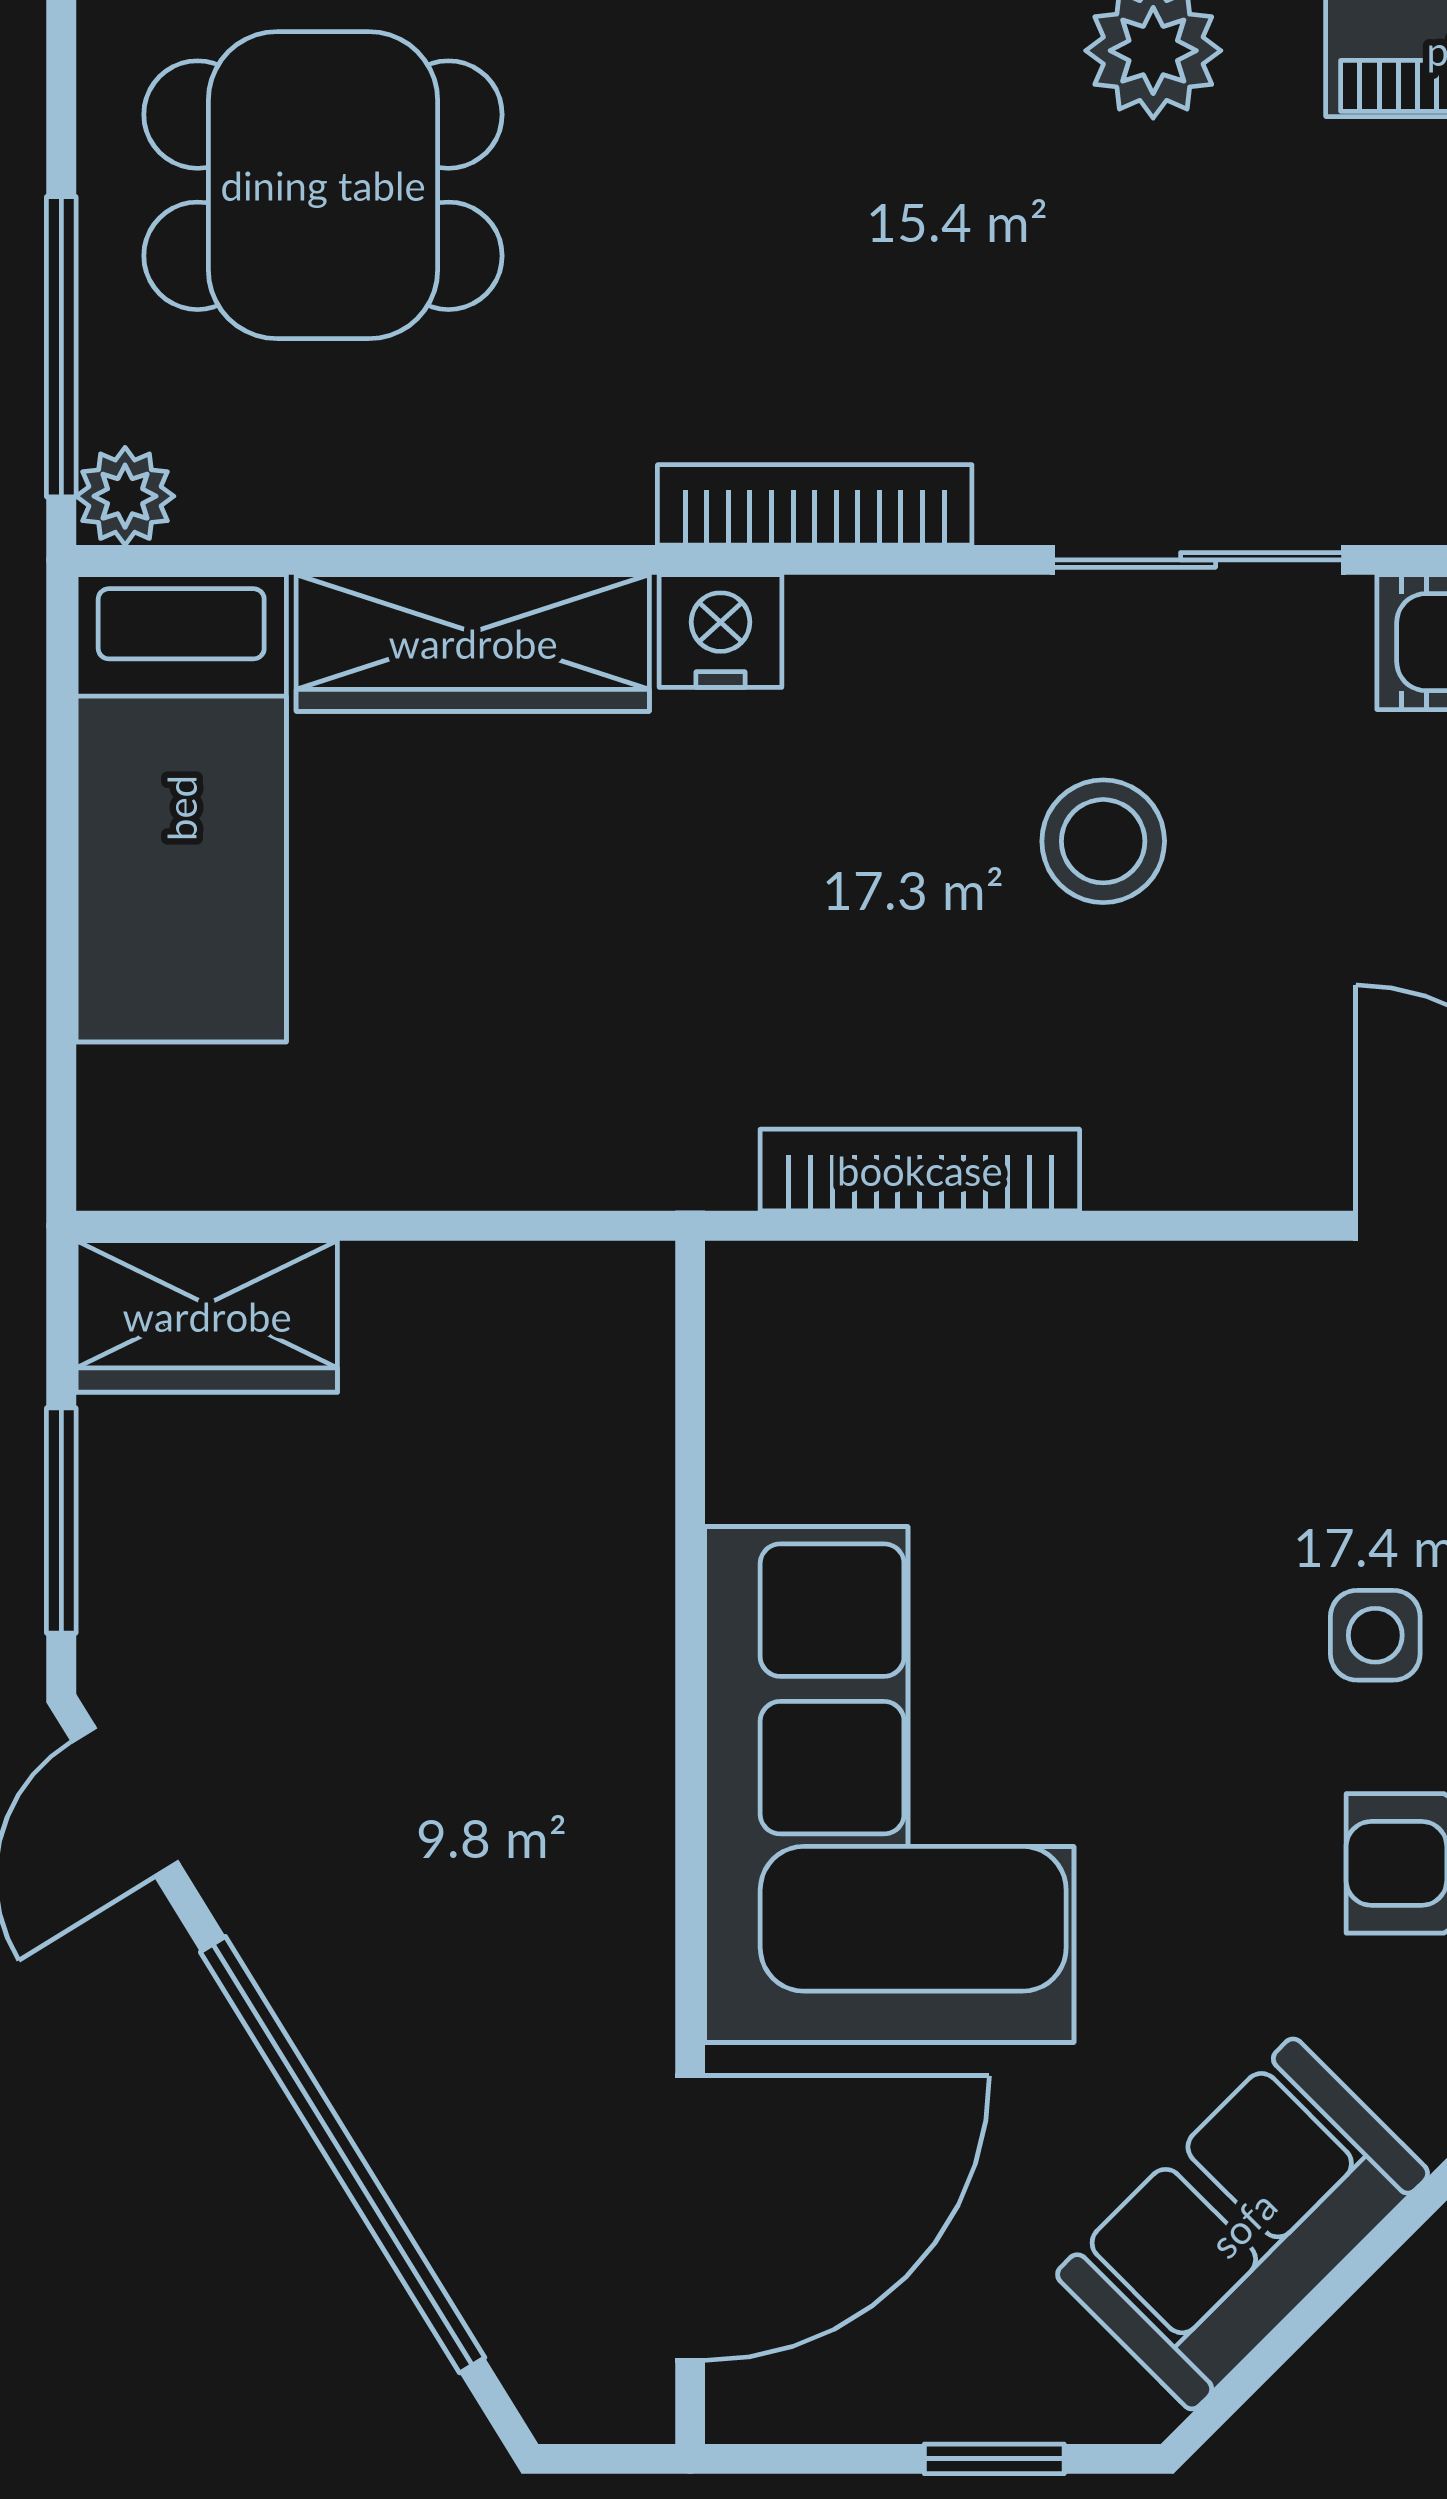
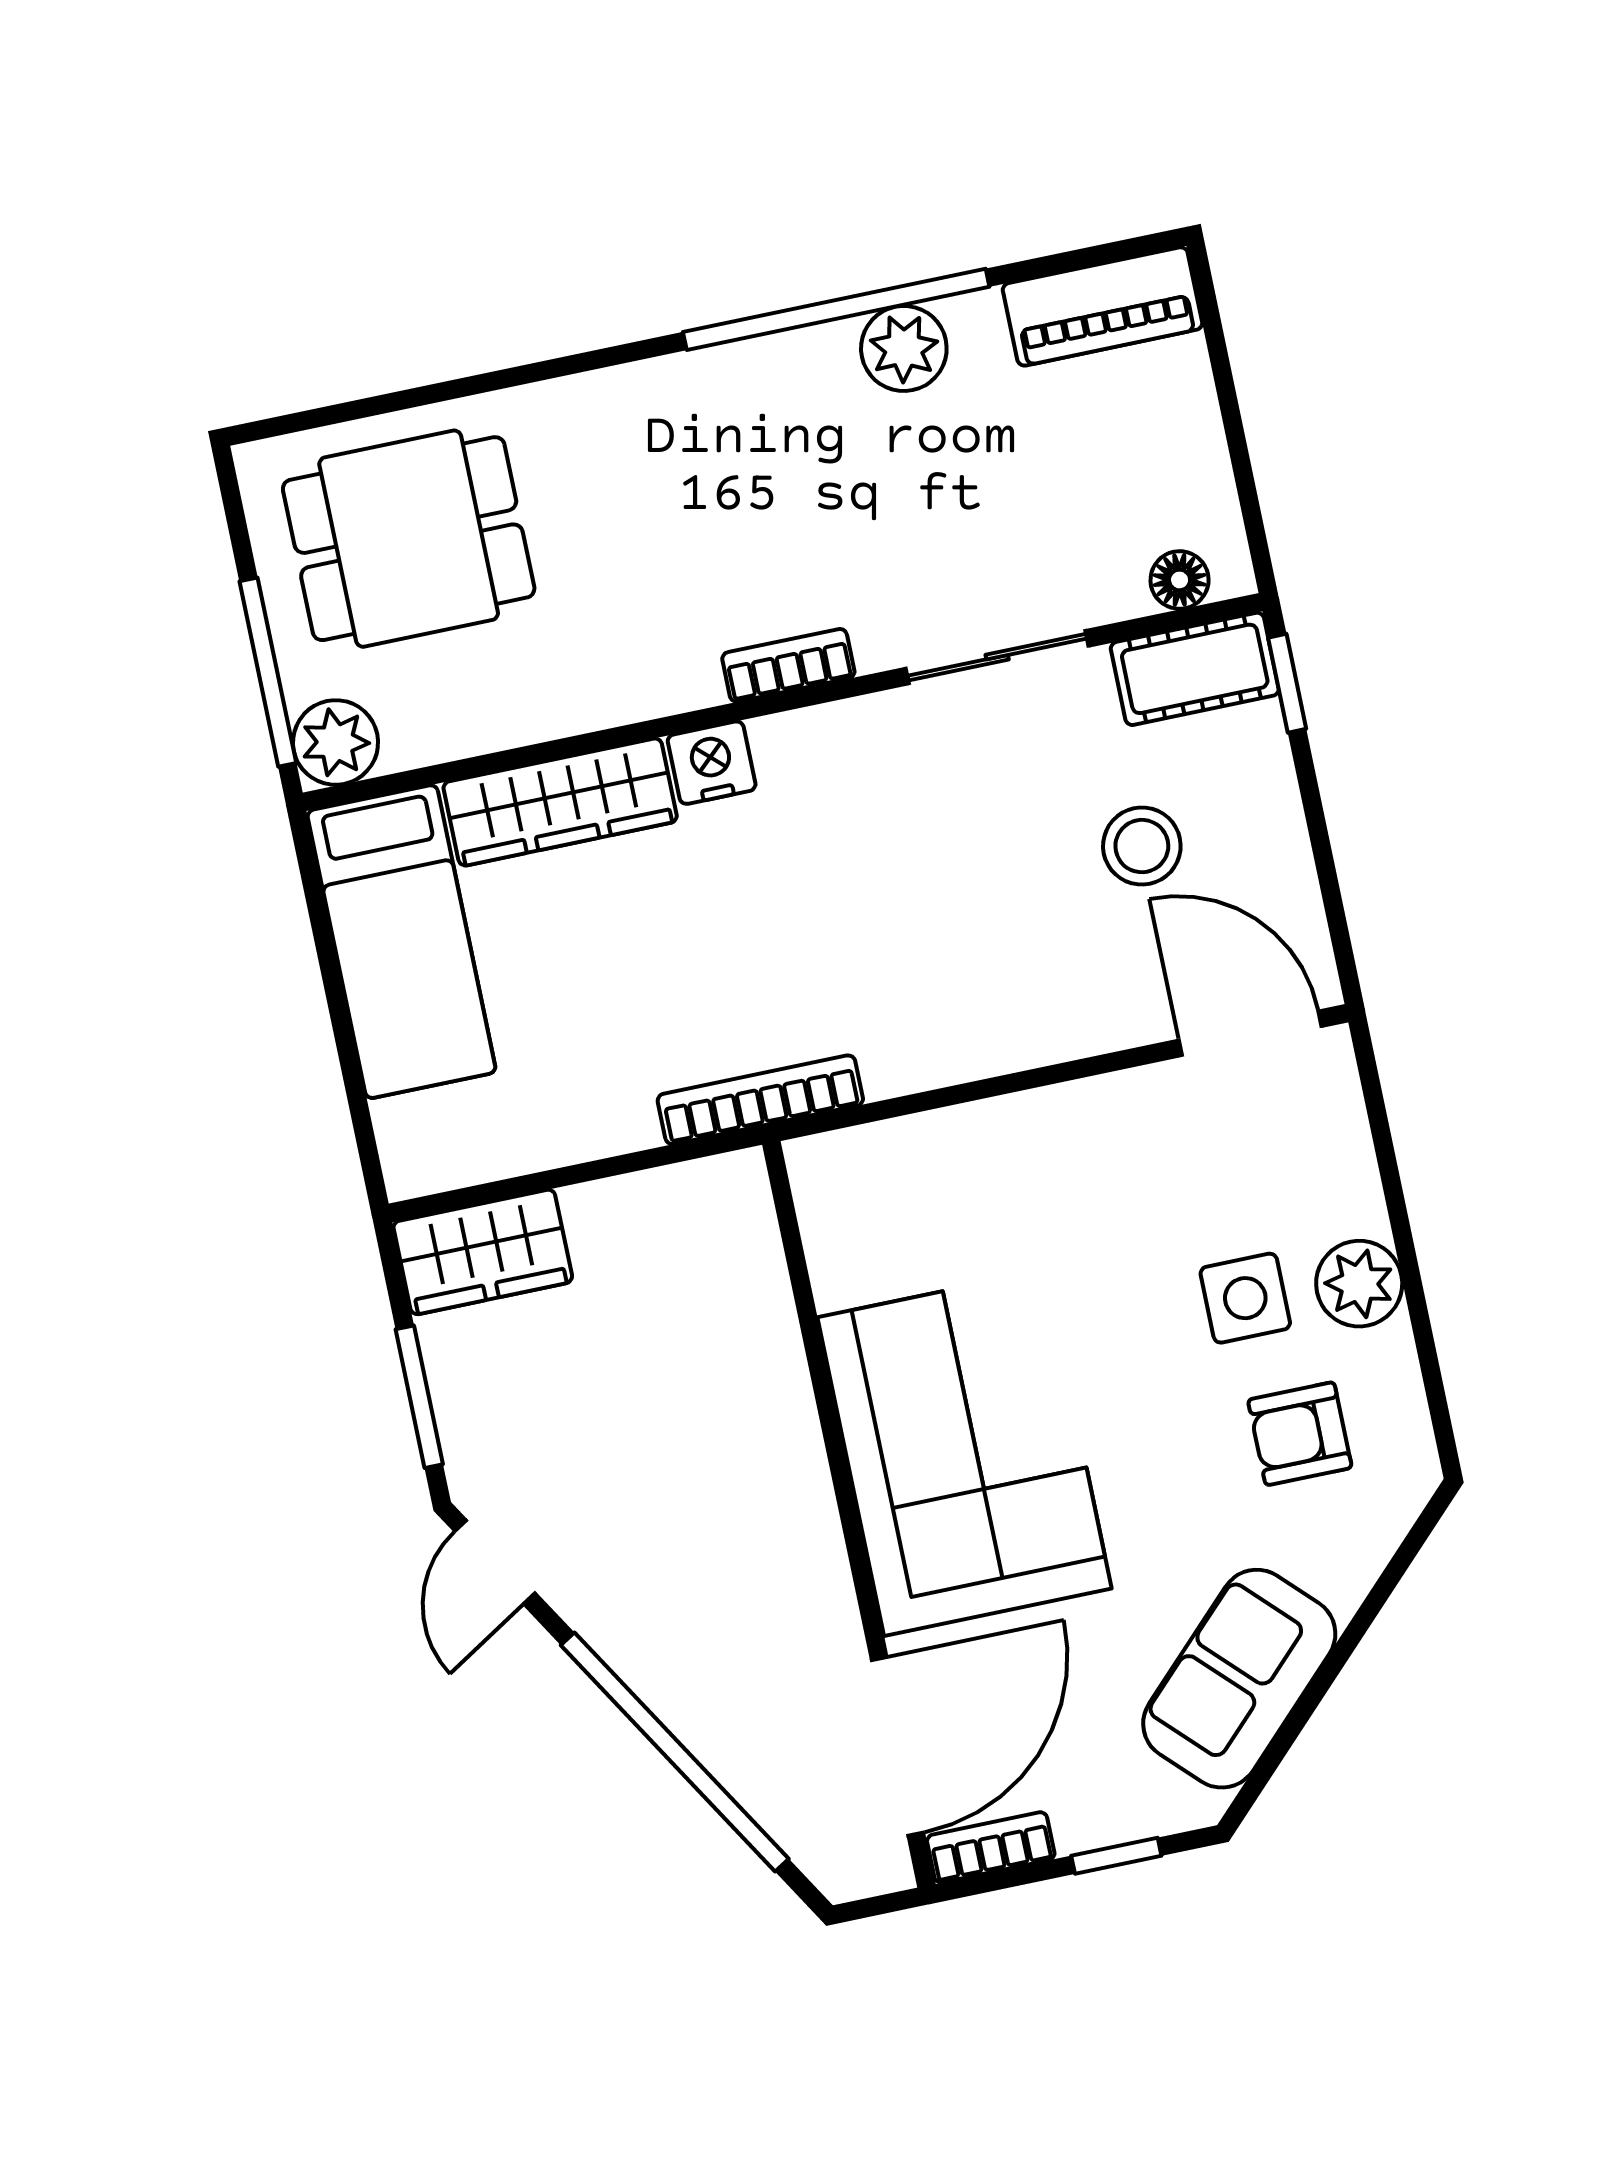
plant: (125, 496) -> (336, 742), width x1.38, depth x1.38
bookcase: (815, 505) -> (788, 665), width x0.64
stool: (1103, 841) -> (1142, 846), moved
bookcase: (920, 1170) -> (760, 1100), moved
side table: (1375, 1635) -> (1245, 1298), width x1.37, depth x1.37
bookcase: (802, 2405) -> (991, 1847), added

